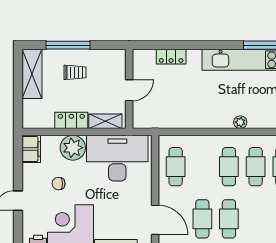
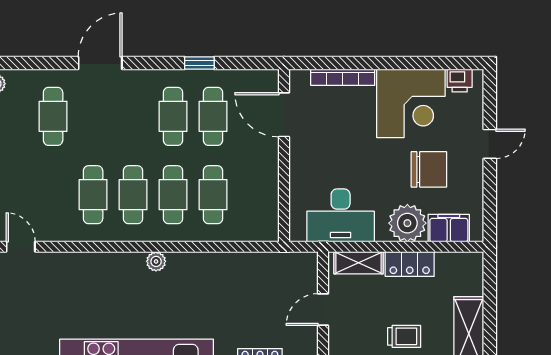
trolley: (75, 72) -> (404, 336), turned 180
filing cabinet: (31, 149) -> (449, 228), moved, turned 90
desk: (117, 158) -> (341, 215), width x0.73, depth x0.77
cafe table: (176, 167) -> (213, 195), moved
chair: (59, 184) -> (429, 169), width x1.87, depth x1.87

